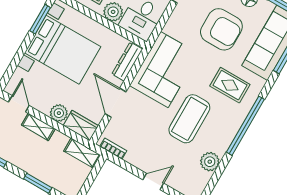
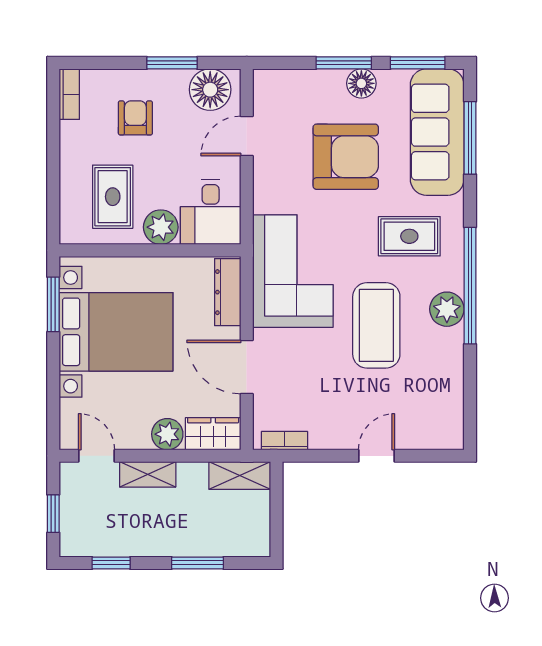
plant: (210, 162) -> (447, 309), moved

